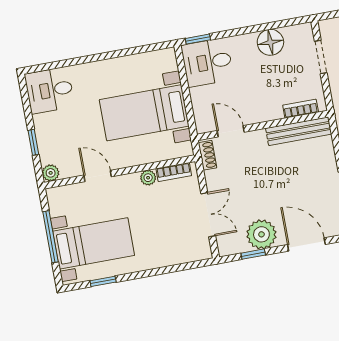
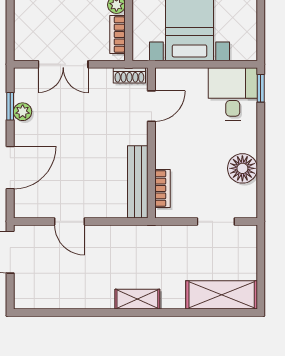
plant: (261, 234) -> (23, 112), width x0.53, depth x0.53

